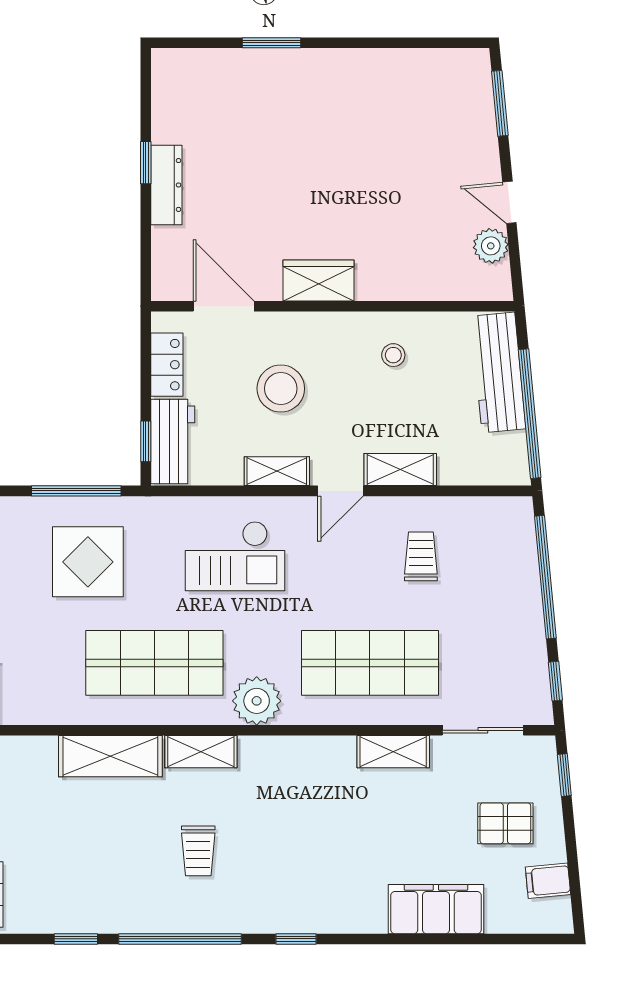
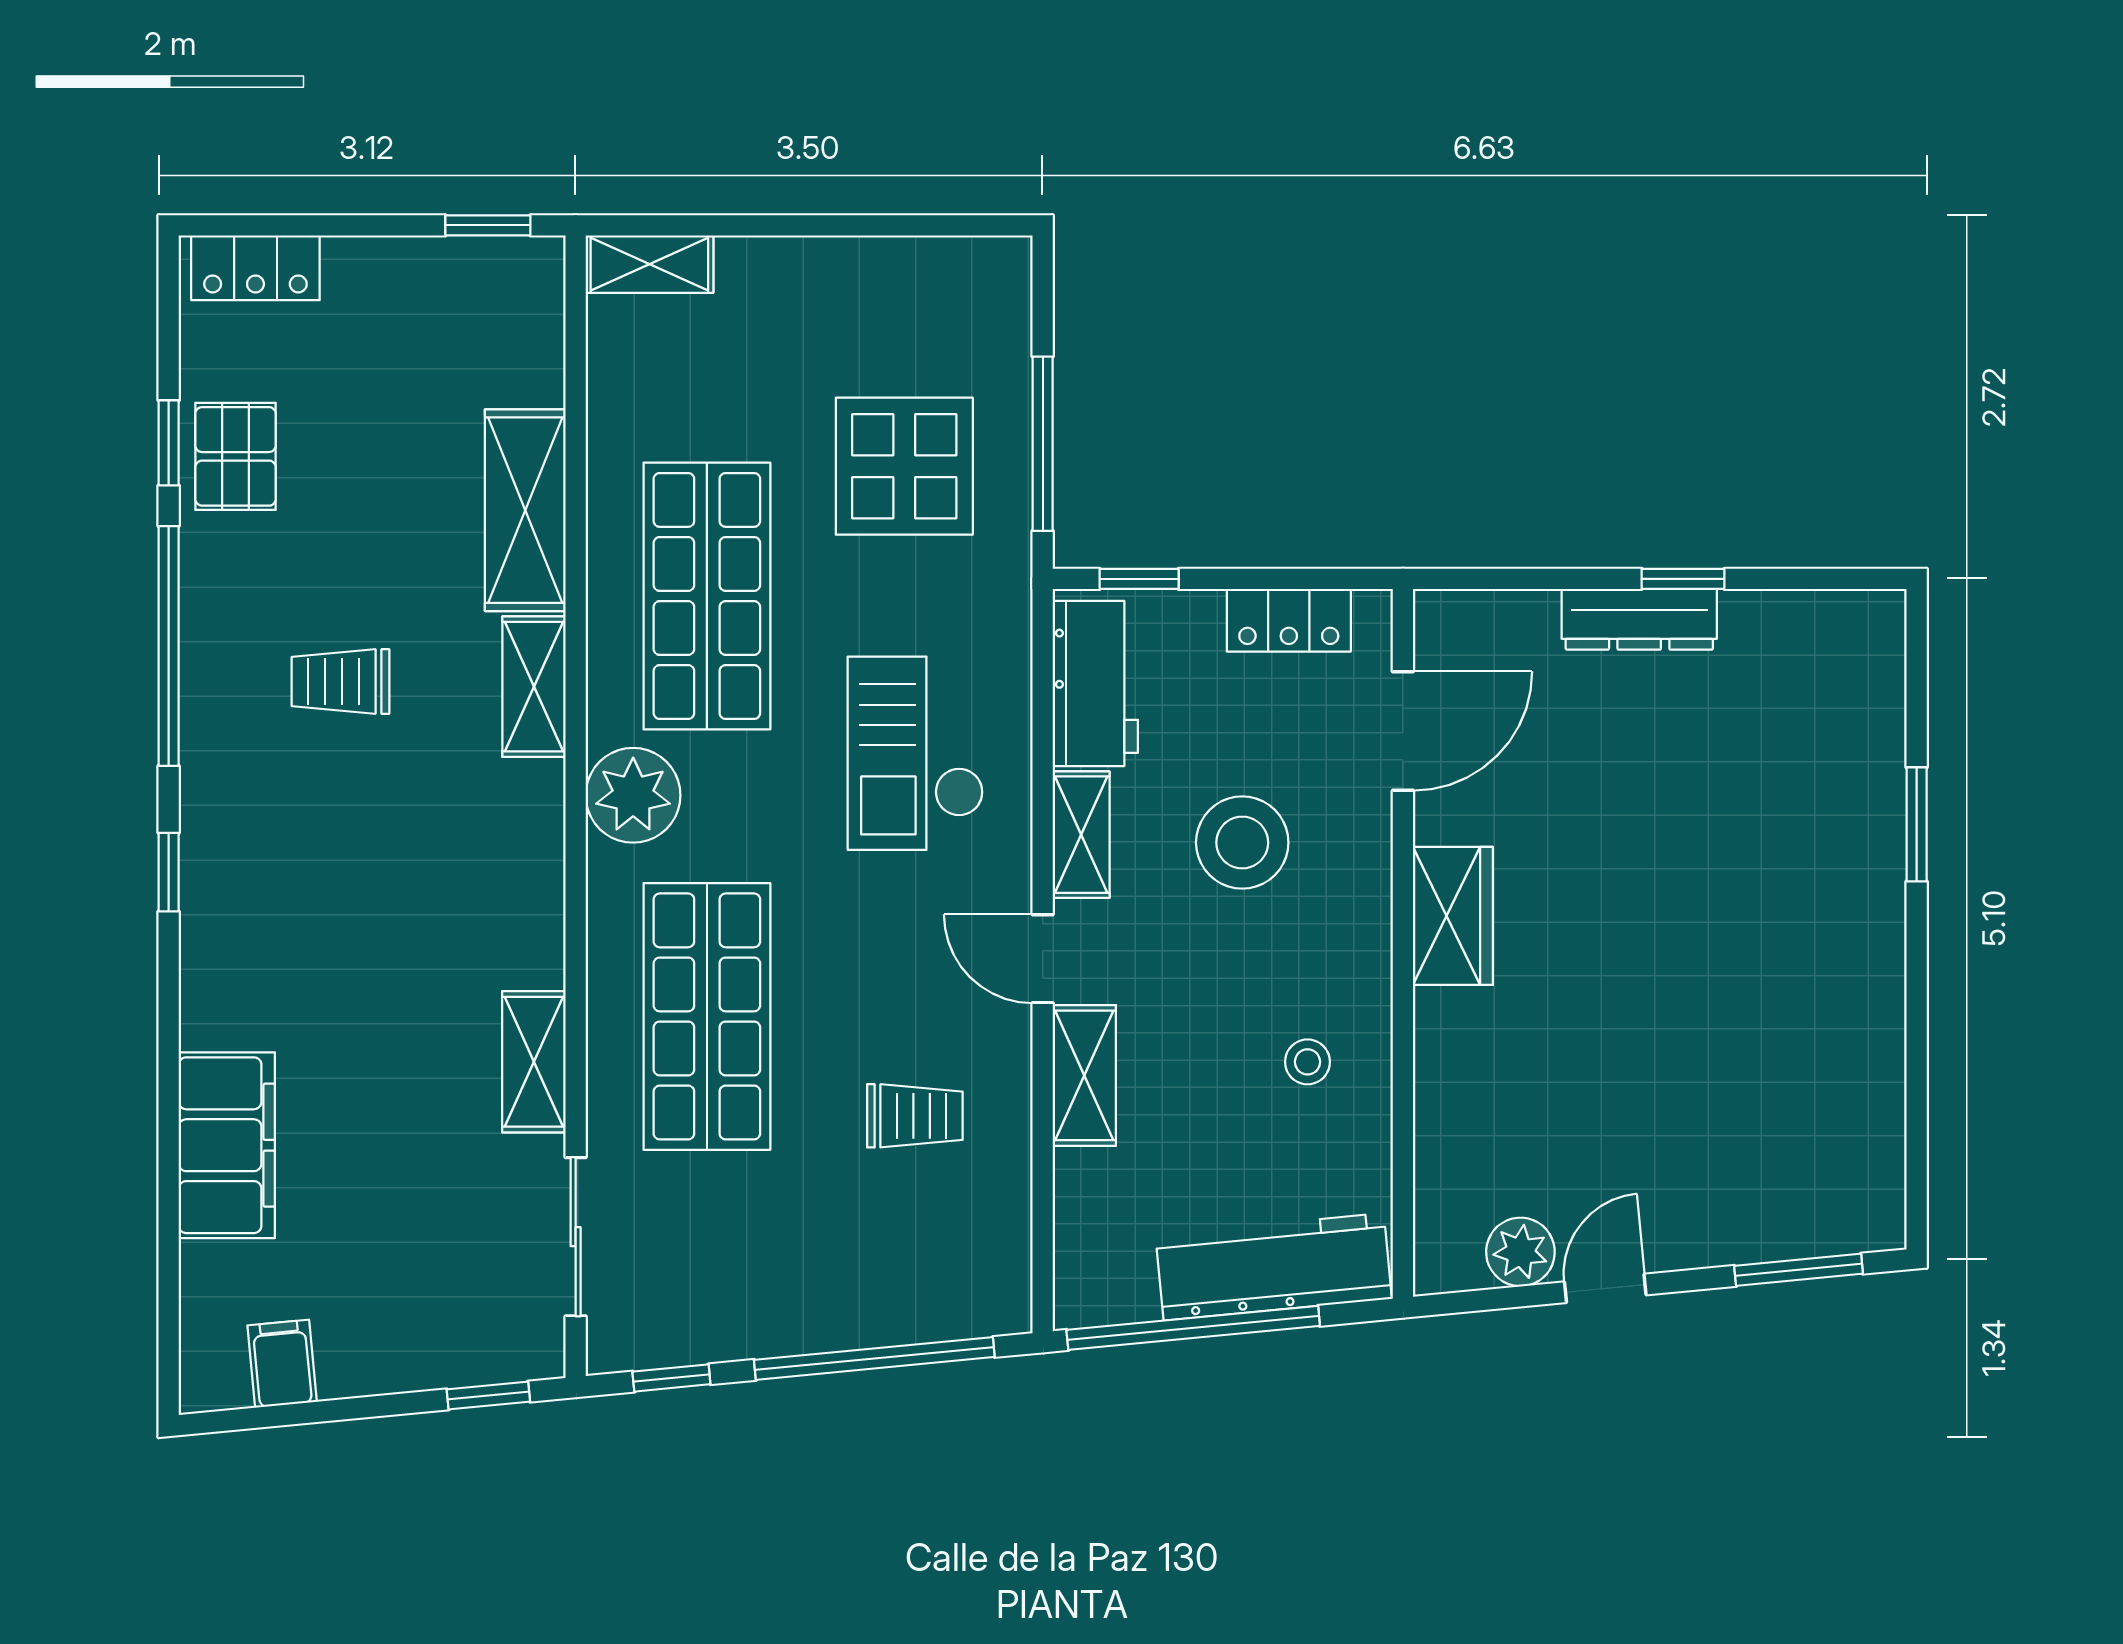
workbench: (173, 442) -> (1095, 683), moved, turned -90
pallet: (505, 823) -> (236, 456), moved

